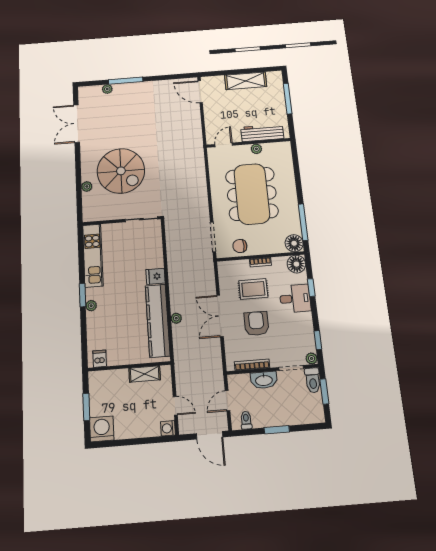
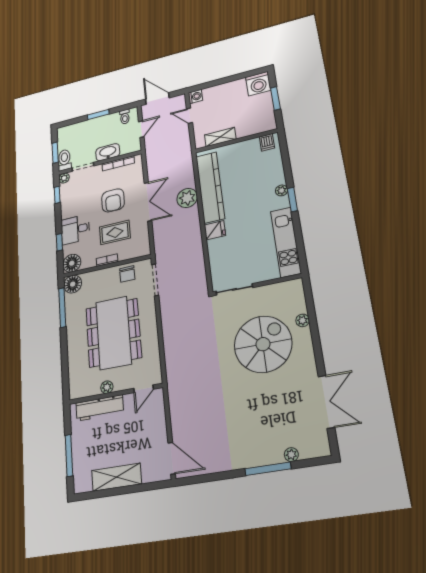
spiral stairs: (121, 171) -> (263, 344), turned 90
chair: (240, 246) -> (127, 274), turned 90
plant: (176, 318) -> (187, 198), width x1.88, depth x1.88

